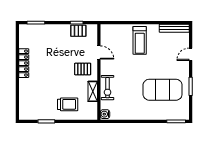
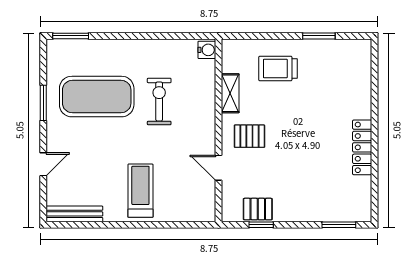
exercise bike: (108, 88) -> (159, 101), moved

